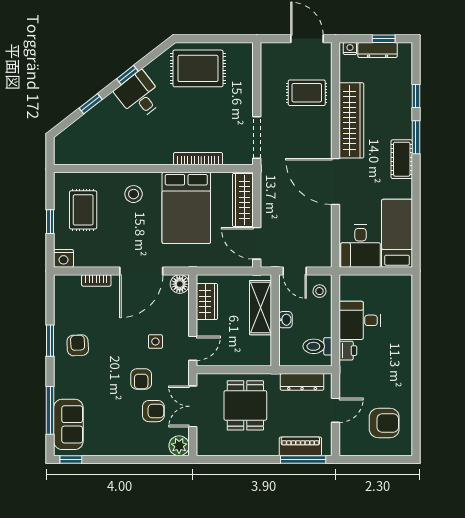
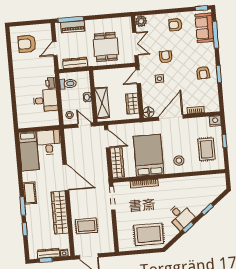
armchair: (153, 411) -> (176, 25), moved

